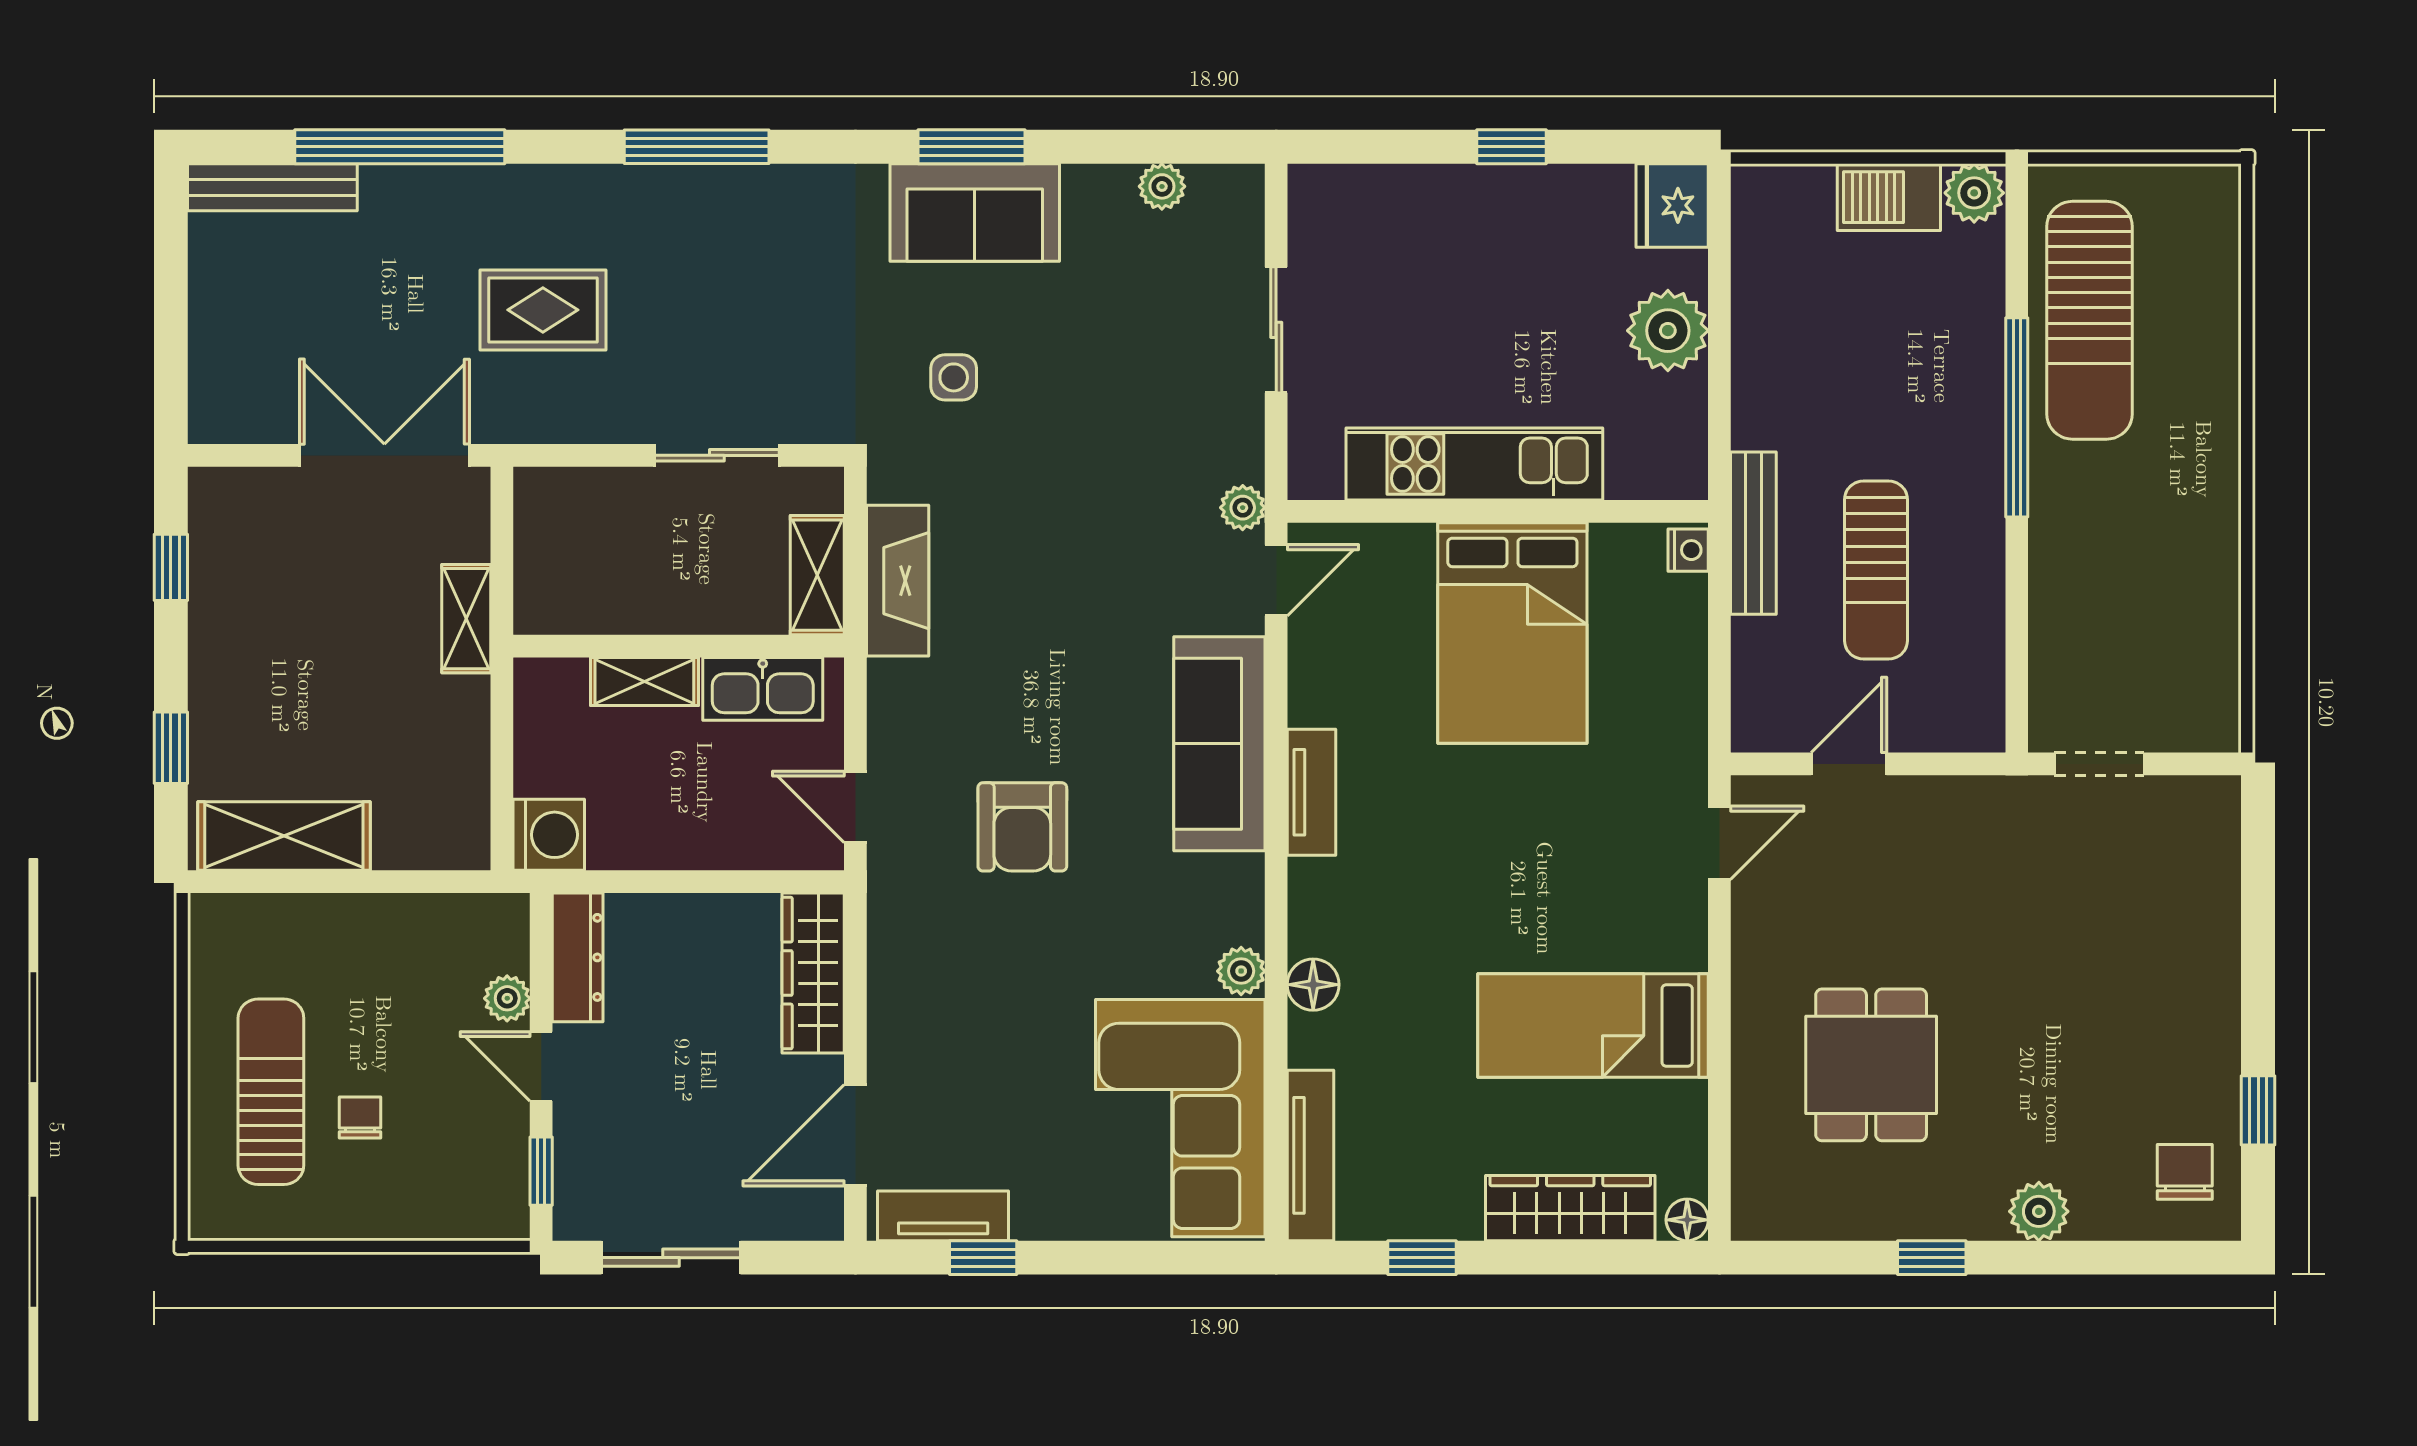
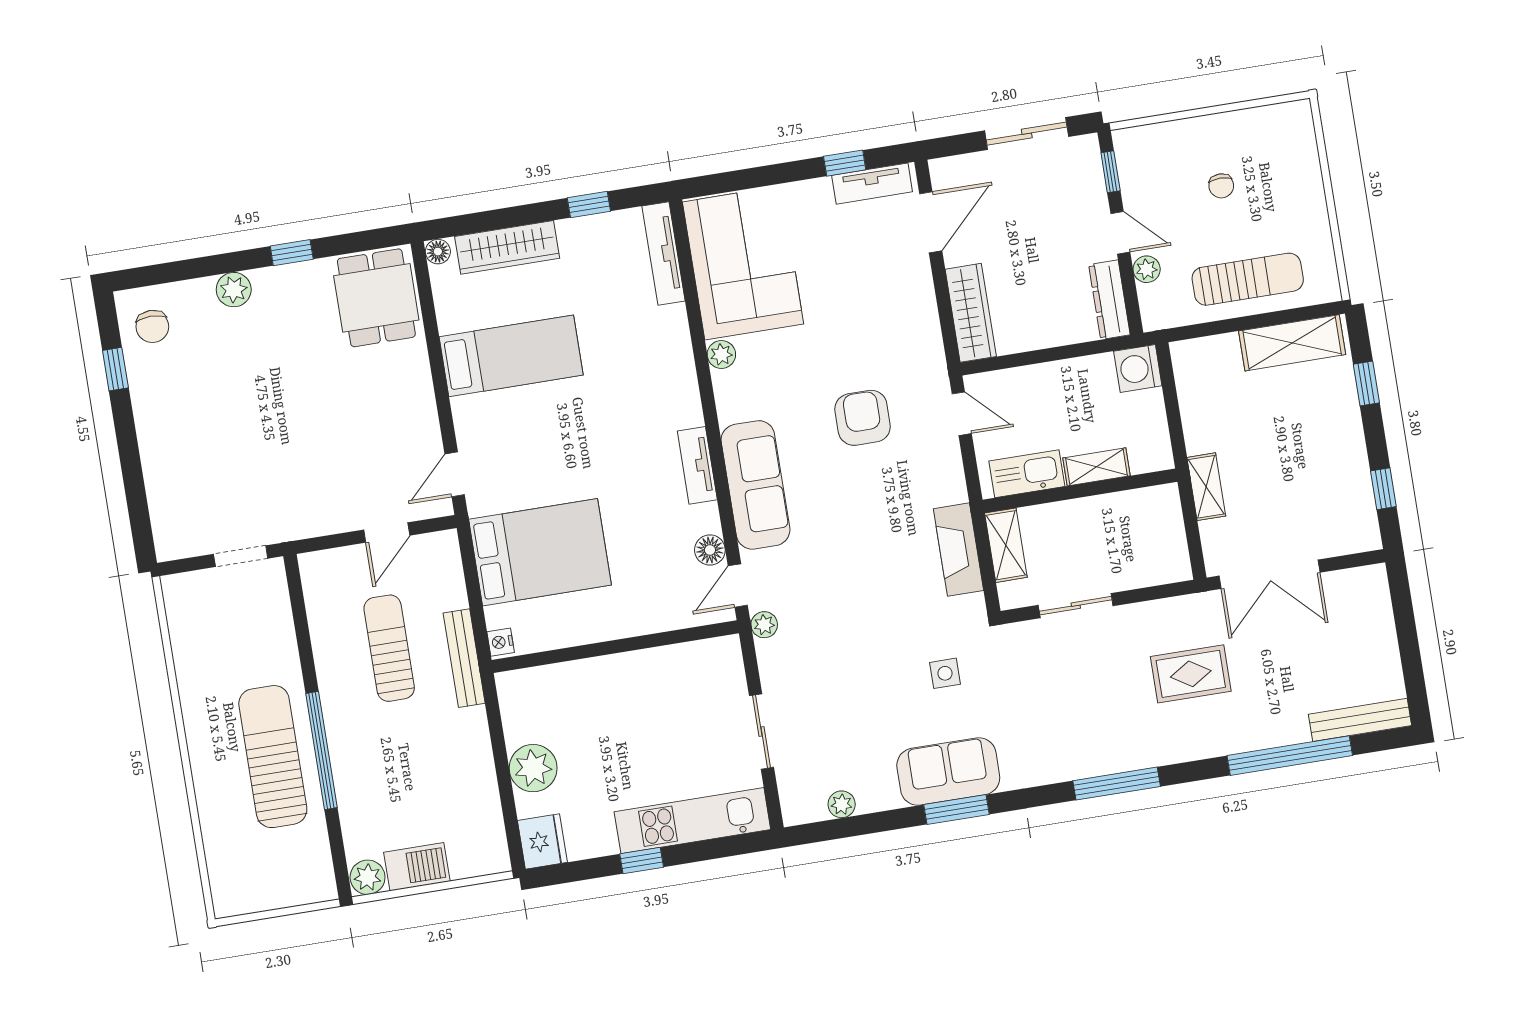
sun lounger: (2090, 320) -> (273, 757), moved
kitchen unit: (1474, 464) -> (692, 821), moved, turned 180
bed: (1512, 633) -> (540, 552), moved, turned 90
floor lamp: (1313, 985) -> (710, 550), moved
dining table: (1871, 1065) -> (376, 298), moved
sun lounger: (271, 1092) -> (1248, 279), moved, turned -90

